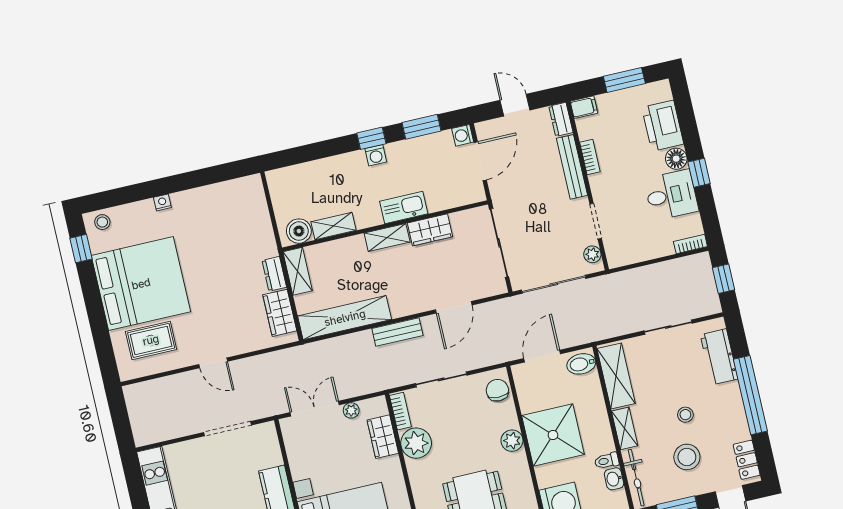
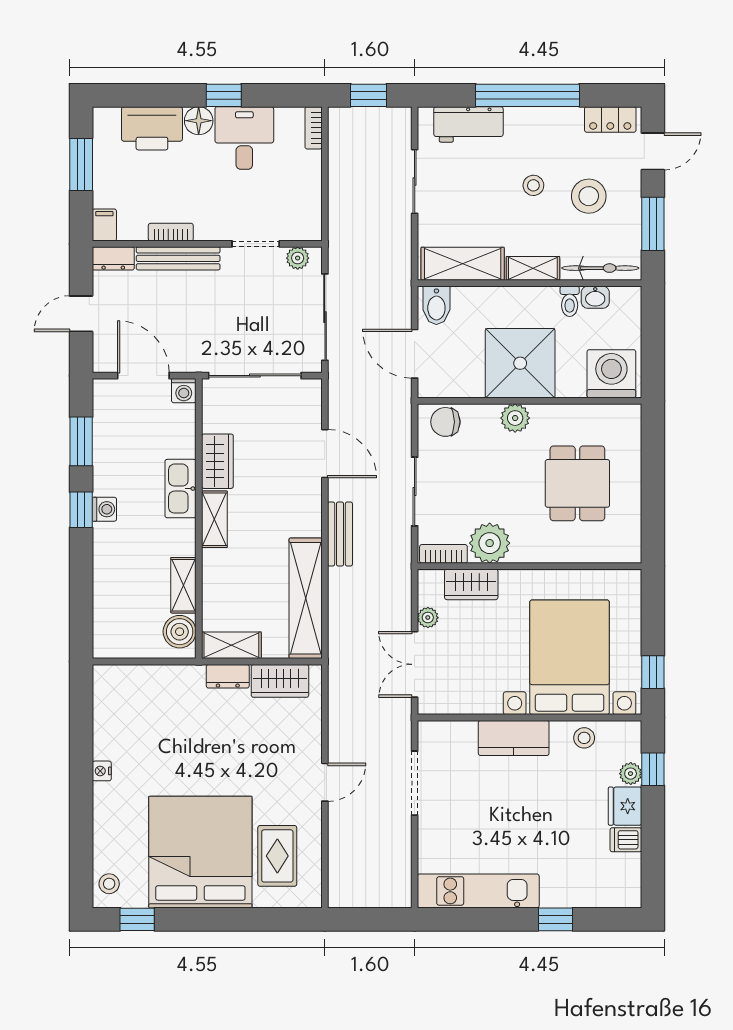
washing machine: (463, 135) -> (184, 391), moved
nightstand: (162, 202) -> (102, 771), moved

